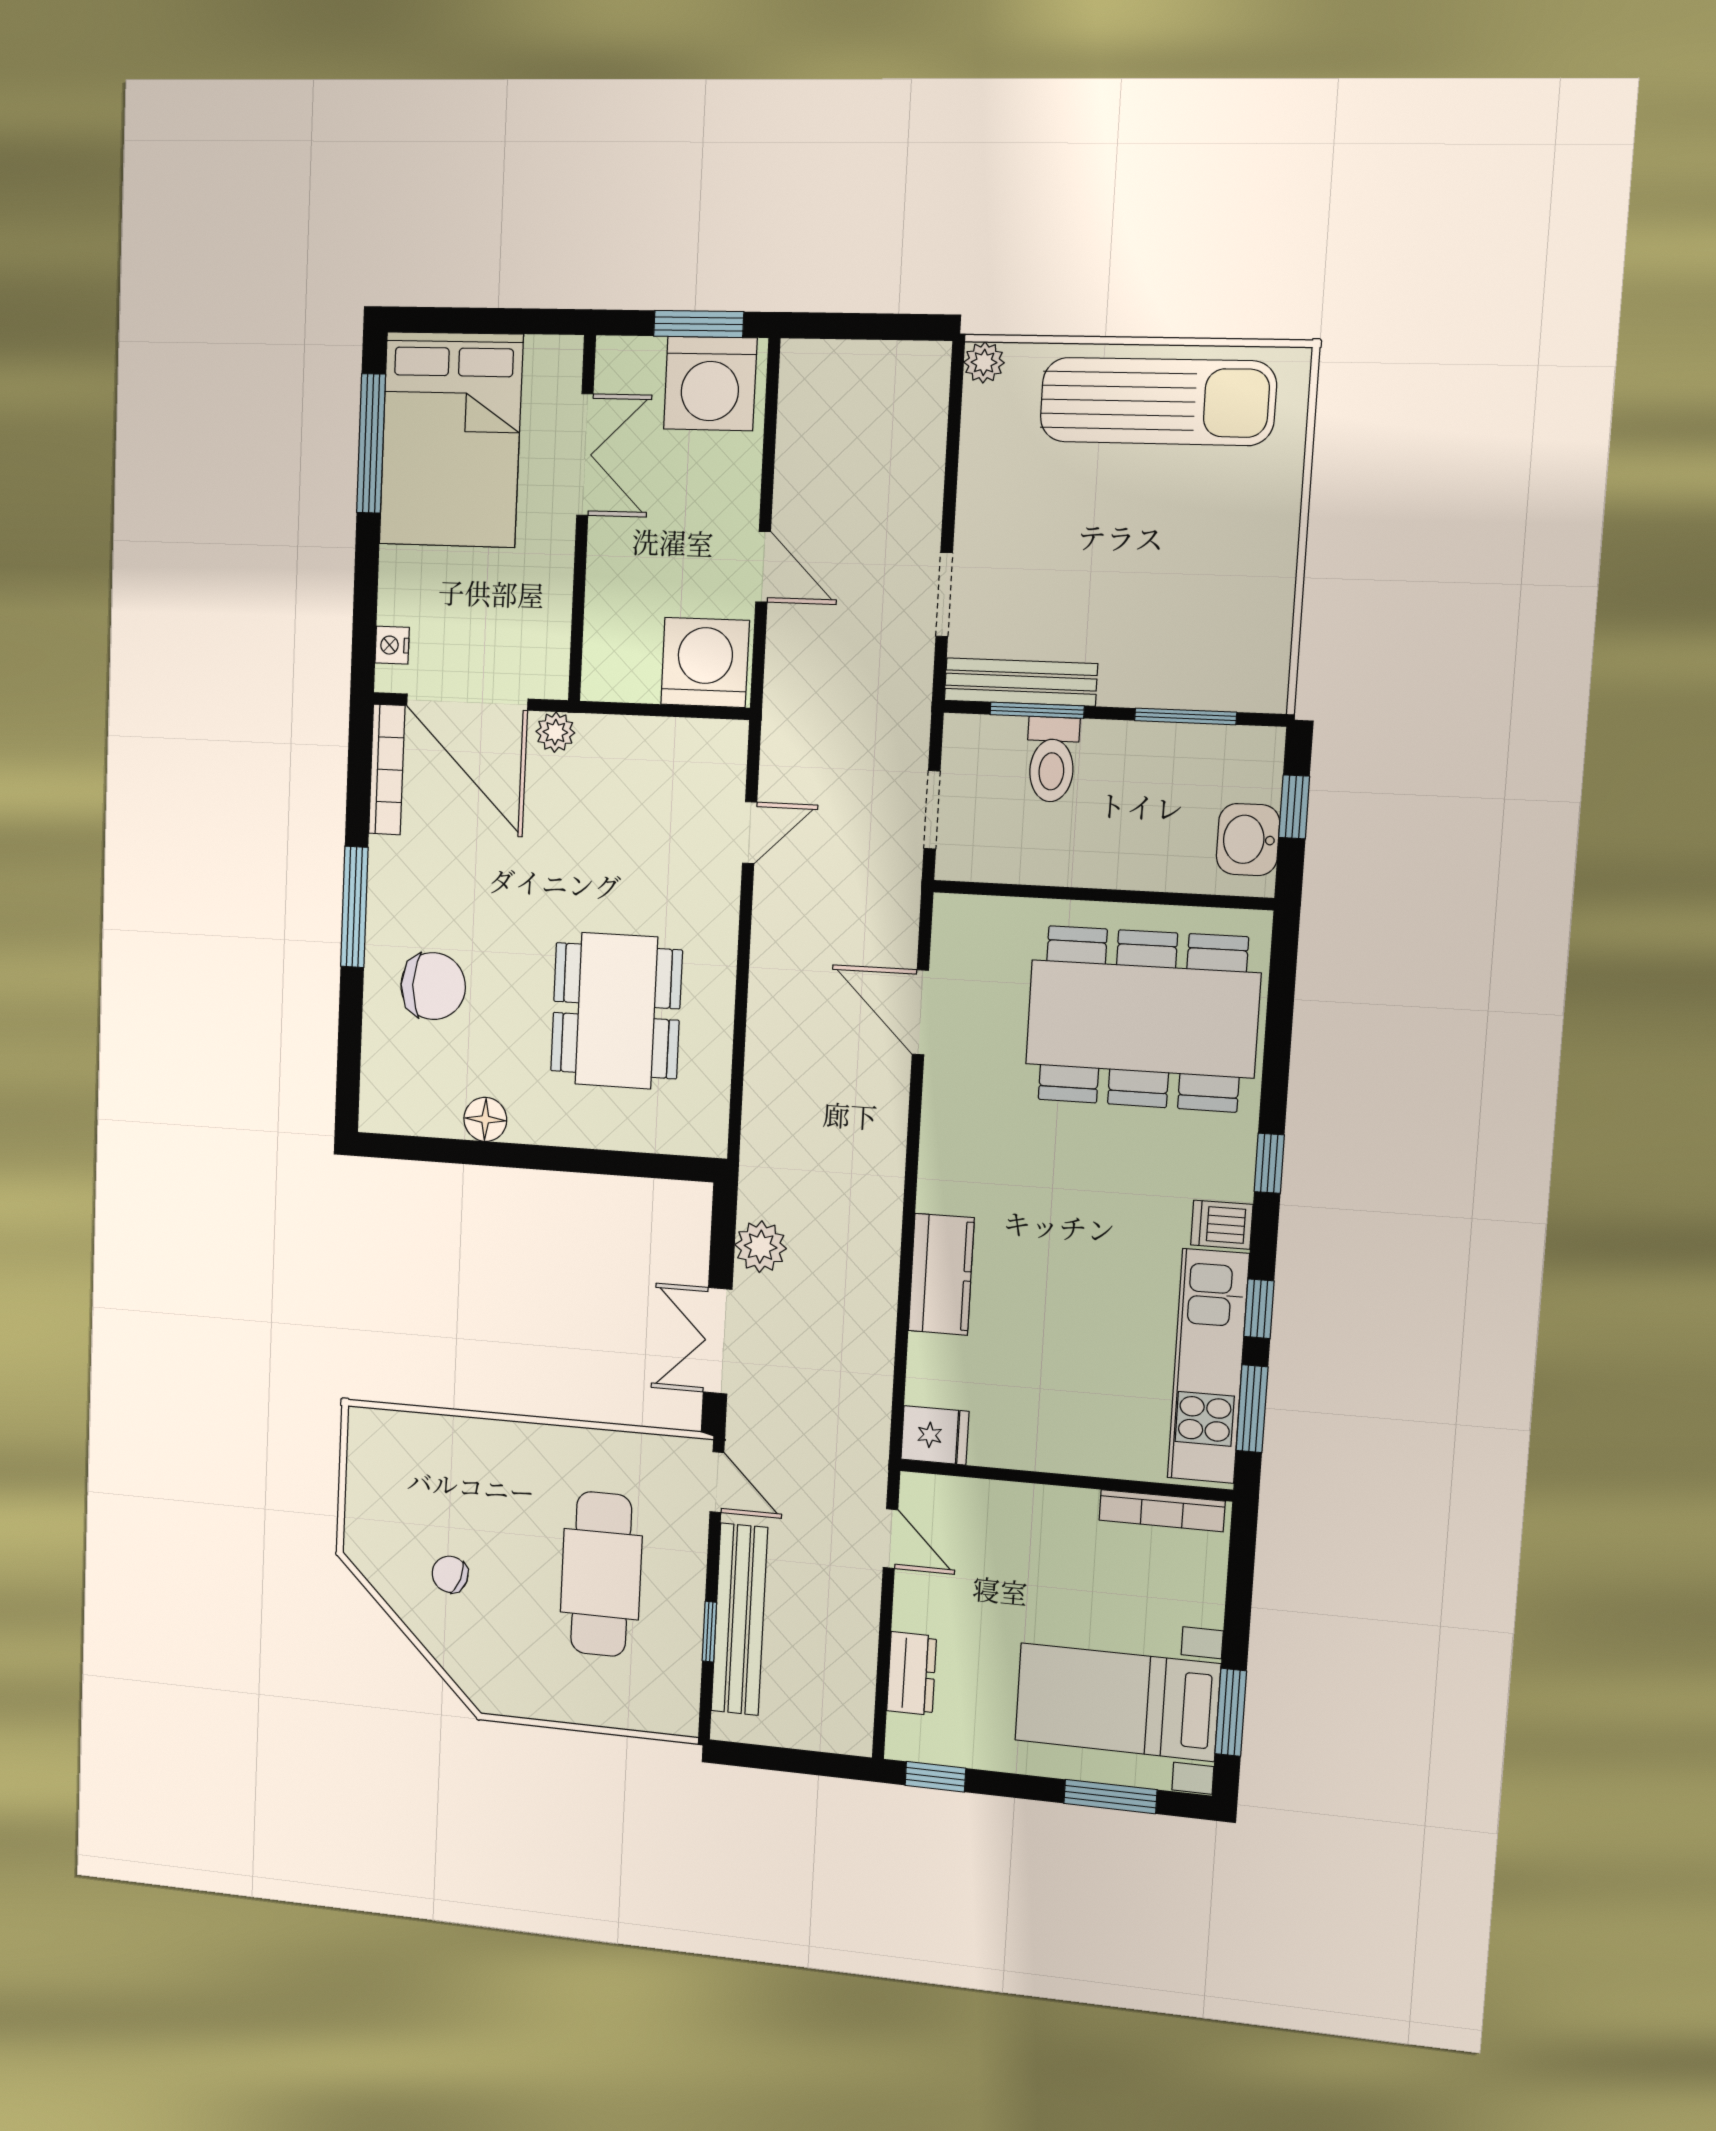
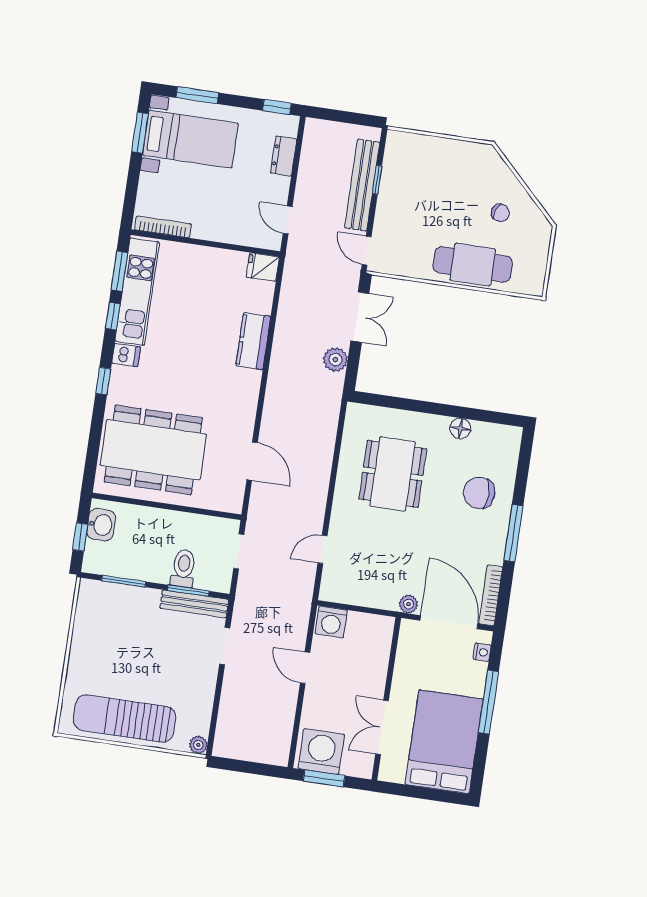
window: (371, 443) -> (488, 702), moved
washing machine: (705, 662) -> (331, 622), width x0.73, depth x0.73
cafe table: (601, 1574) -> (473, 264), moved, turned 90

